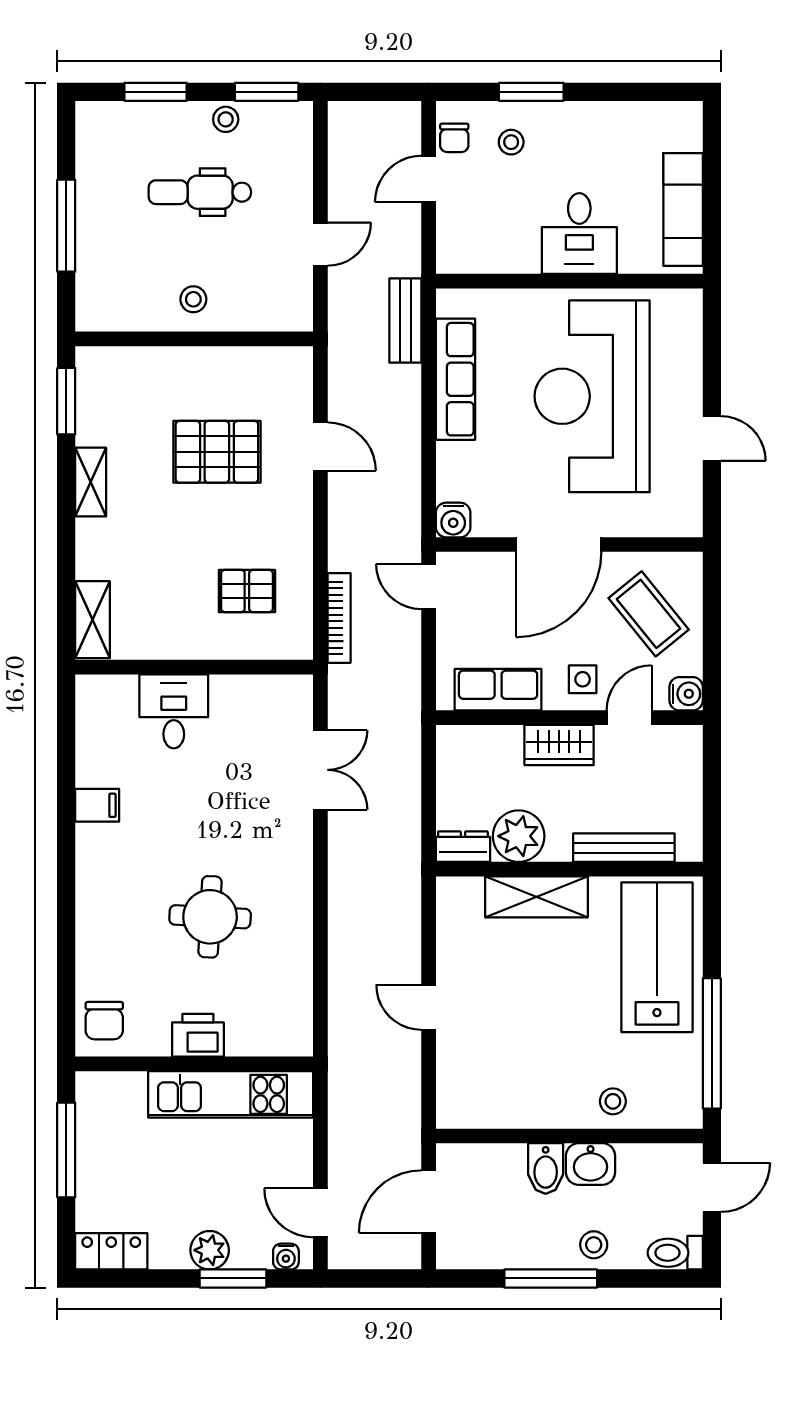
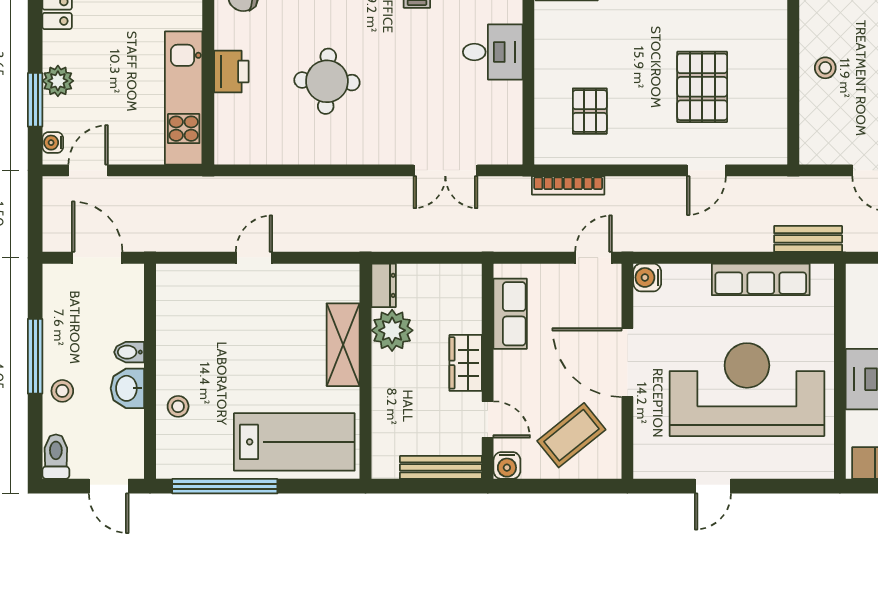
side table: (583, 679) -> (519, 382), removed
bench: (624, 848) -> (441, 467), moved, turned 90
bidet: (546, 1169) -> (129, 352), width x0.72, depth x0.74

